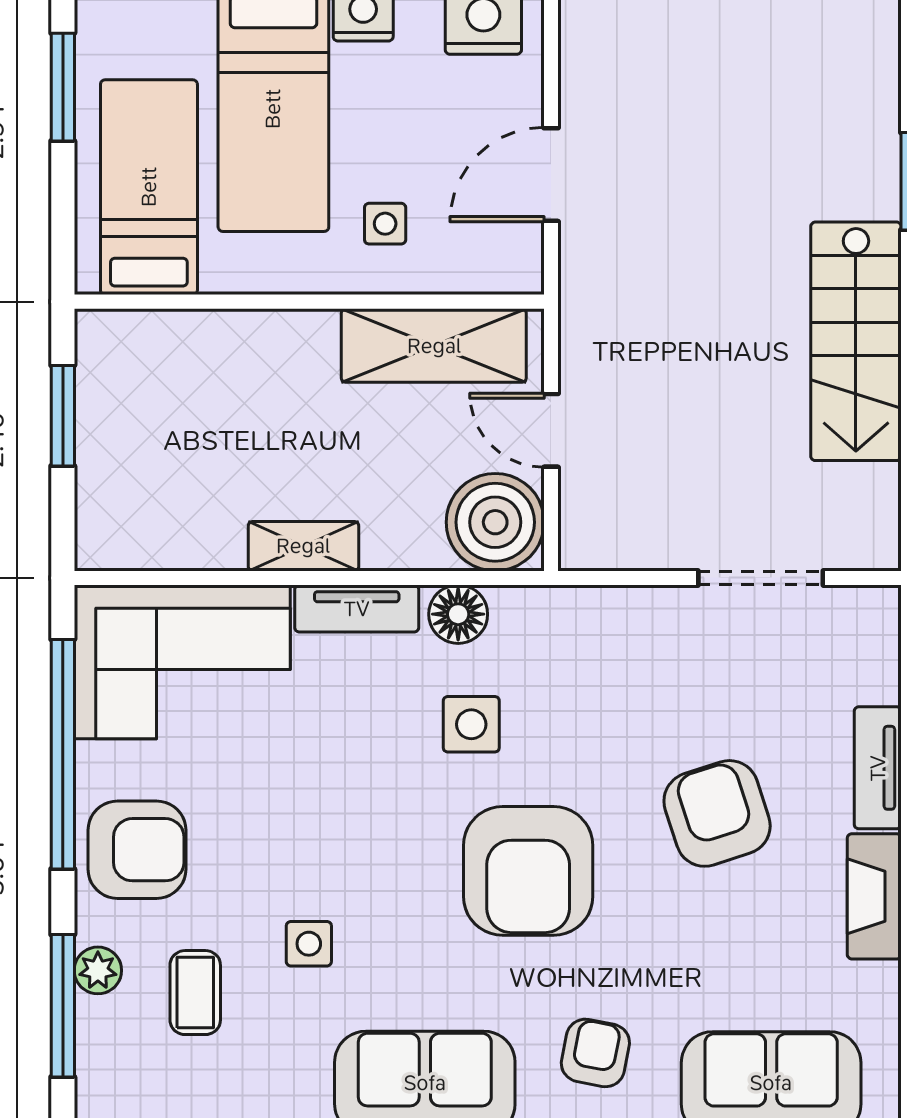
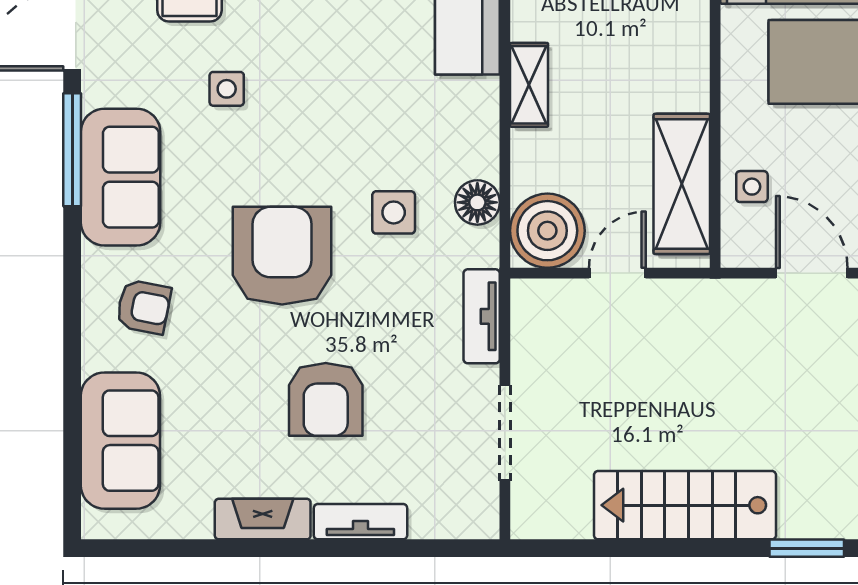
side table: (385, 224) -> (752, 187), moved
tv unit: (357, 609) -> (482, 316), moved
armchair: (717, 813) -> (326, 399), turned 108
armchair: (528, 871) -> (282, 256), turned 90

